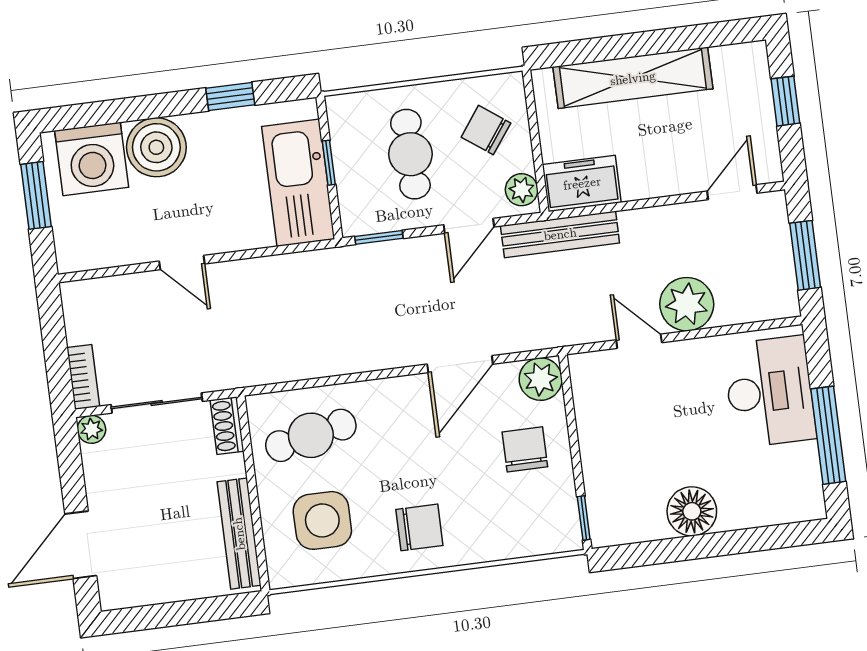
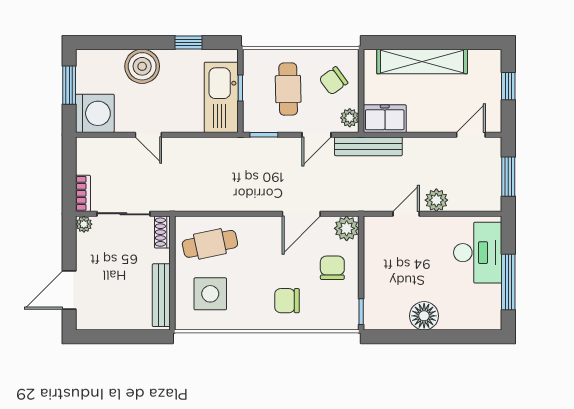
chair: (486, 130) -> (333, 81), turned -72
washing machine: (92, 159) -> (95, 113), moved, turned -90
plant: (687, 304) -> (436, 200), width x0.73, depth x0.73
door: (639, 341) -> (406, 214), hinge flipped
chair: (419, 527) -> (287, 301), moved, turned 180

